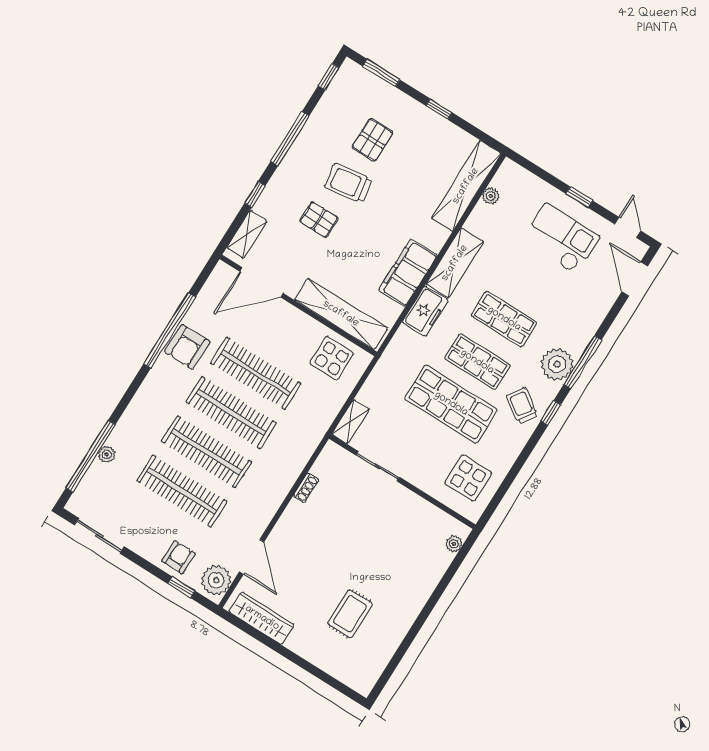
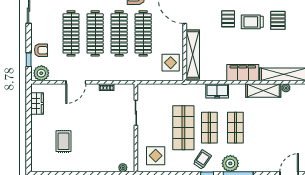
pallet: (372, 140) -> (278, 20), turned 90
trolley: (348, 183) -> (252, 22), turned -81
checkout: (561, 239) -> (286, 131), removed
shelving: (455, 263) -> (263, 91), moved
filing cabinet: (408, 273) -> (243, 73), moved
shelving: (351, 422) -> (148, 88), removed
door: (252, 557) -> (76, 82), moved
rug: (350, 614) -> (63, 141), turned 90
wardrobe: (262, 618) -> (37, 104), width x0.67

